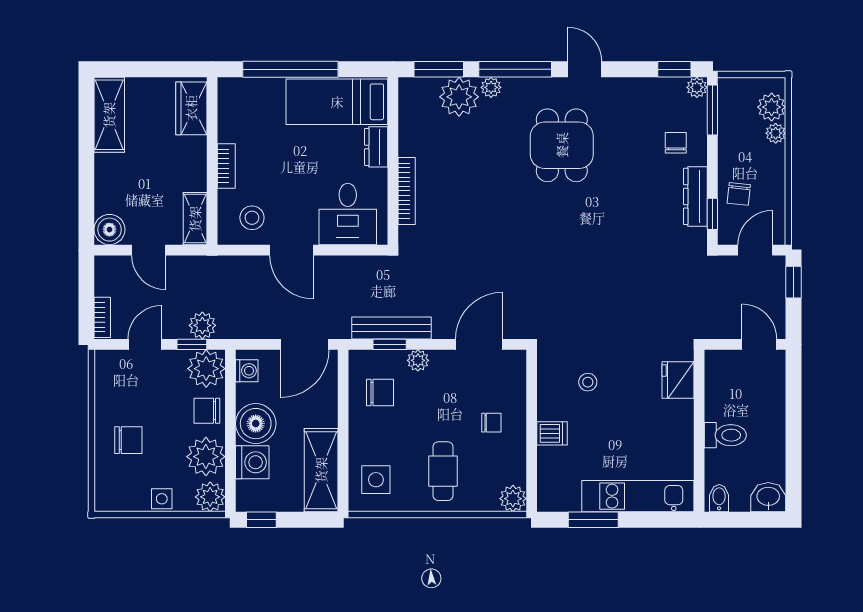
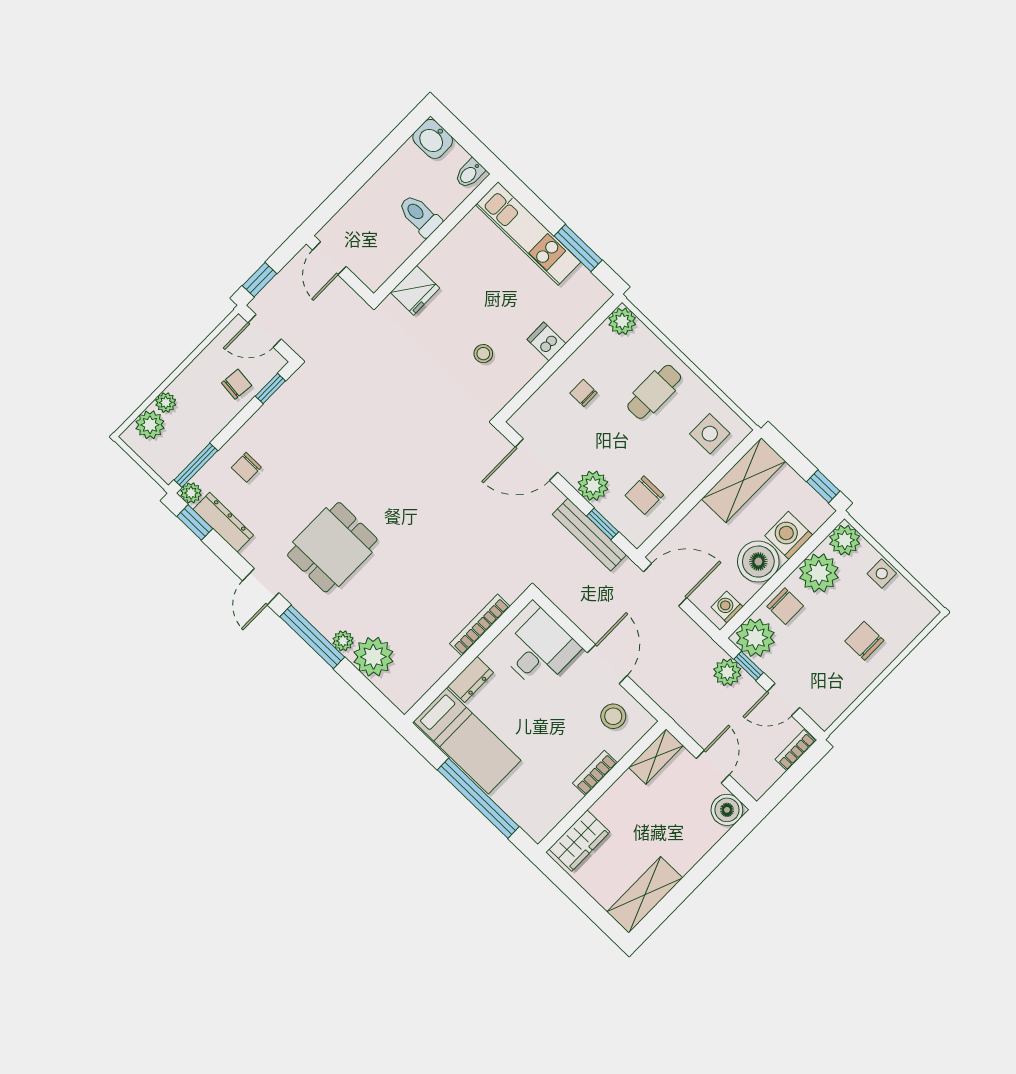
window: (439, 69) -> (369, 692), removed
dresser: (695, 196) -> (223, 522), moved, turned -90
plant: (418, 360) -> (593, 486), width x1.38, depth x1.38
chair: (380, 393) -> (644, 495), turned -90

